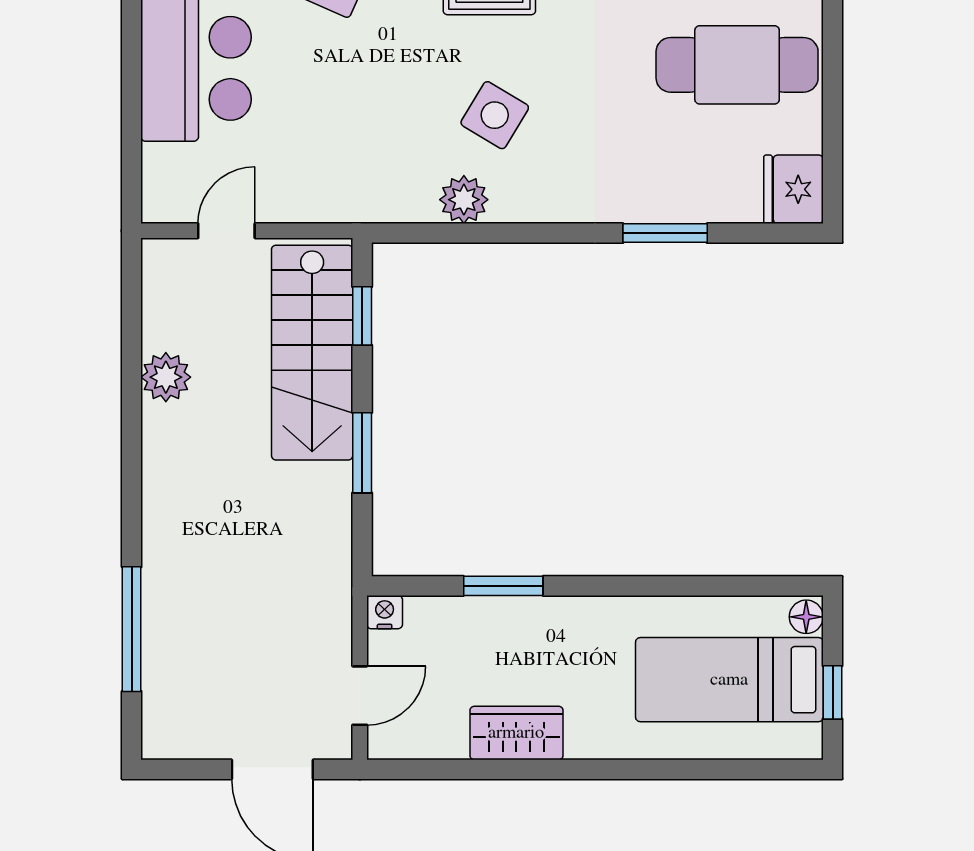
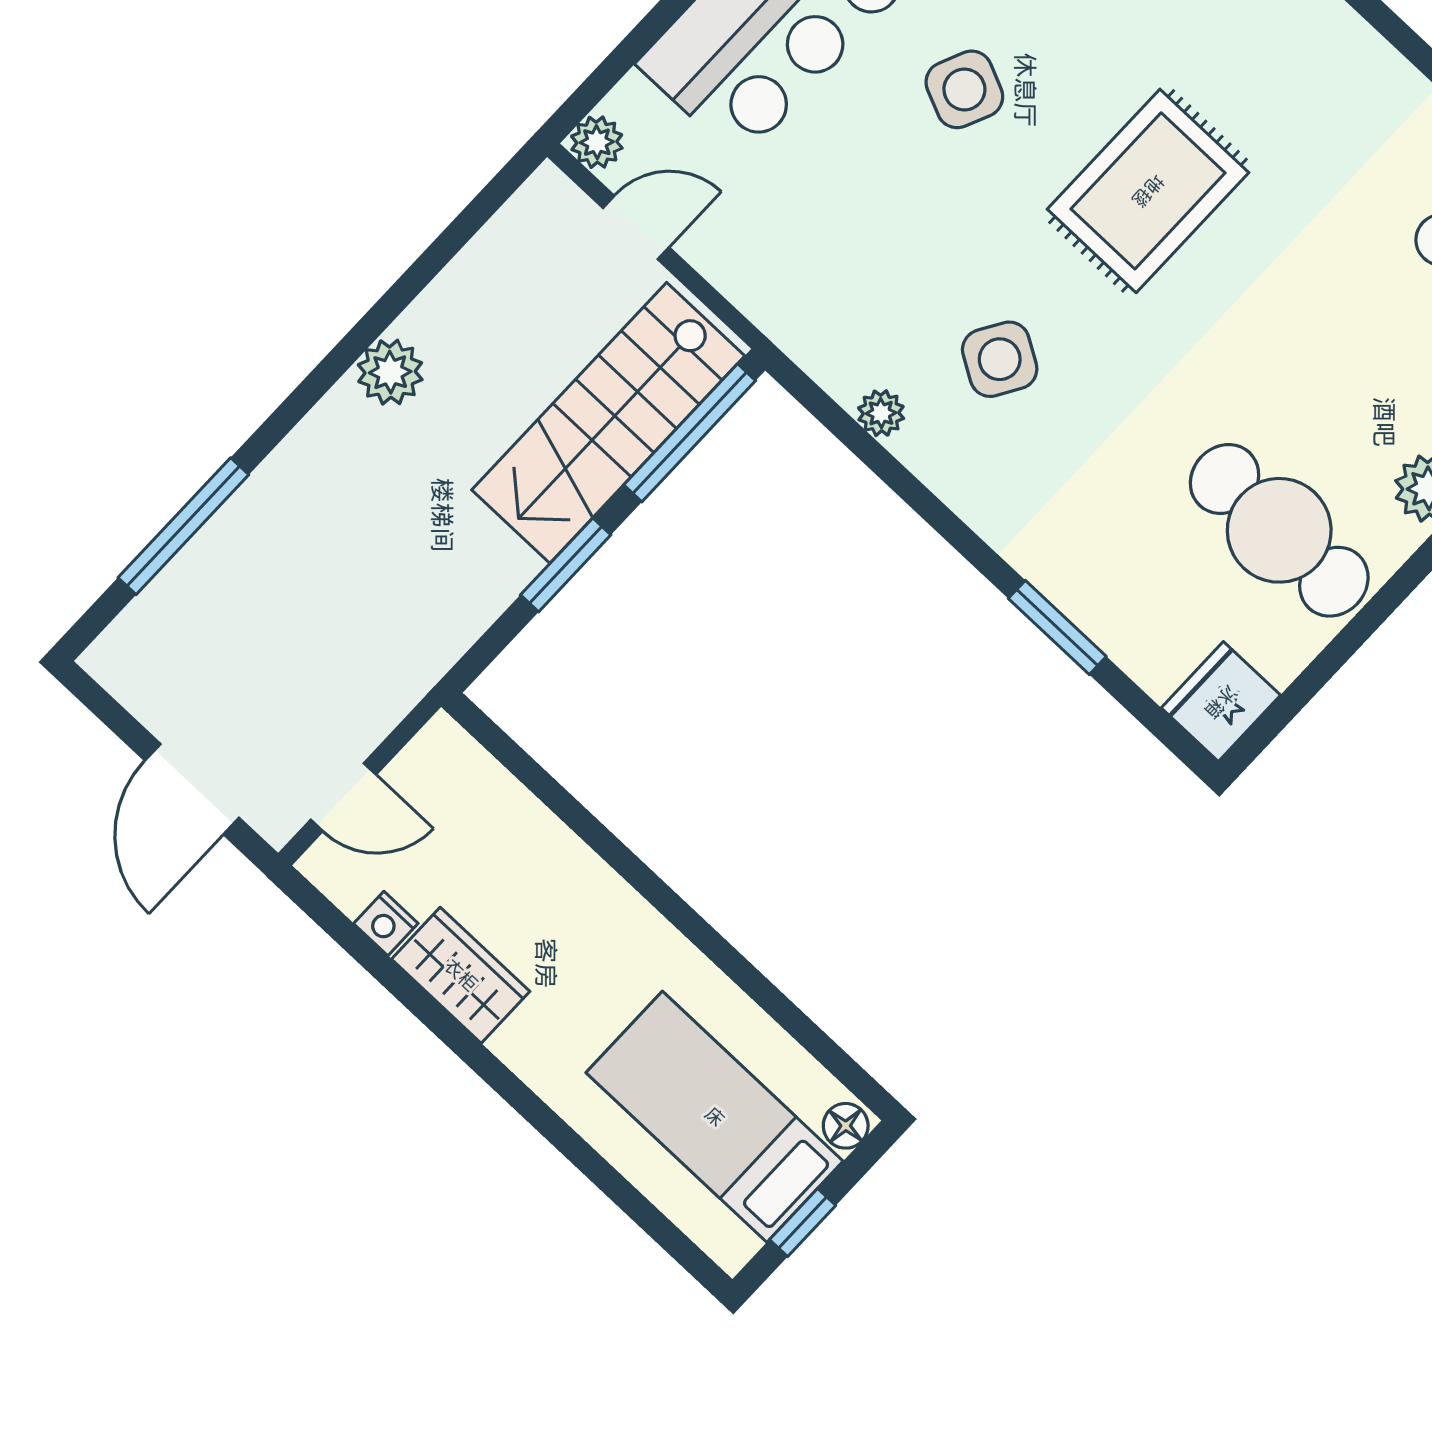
plant: (464, 200) -> (881, 413), width x0.73, depth x0.73
plant: (161, 204) -> (597, 142), added
window: (362, 316) -> (690, 433), width x2.17
plant: (166, 377) -> (390, 372), moved
window: (503, 586) -> (581, 821), removed
nightstand: (385, 612) -> (386, 923), moved, turned 180

